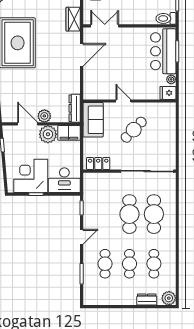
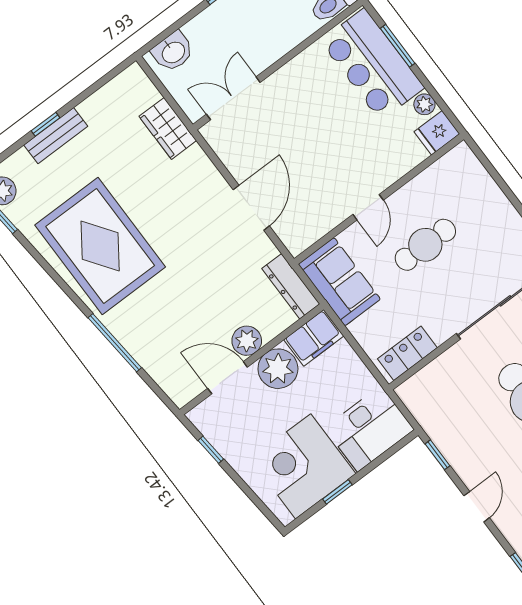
door: (82, 55) -> (251, 208), moved
door: (123, 101) -> (368, 207), swing flipped
cafe table: (134, 130) -> (425, 245), turned 46

